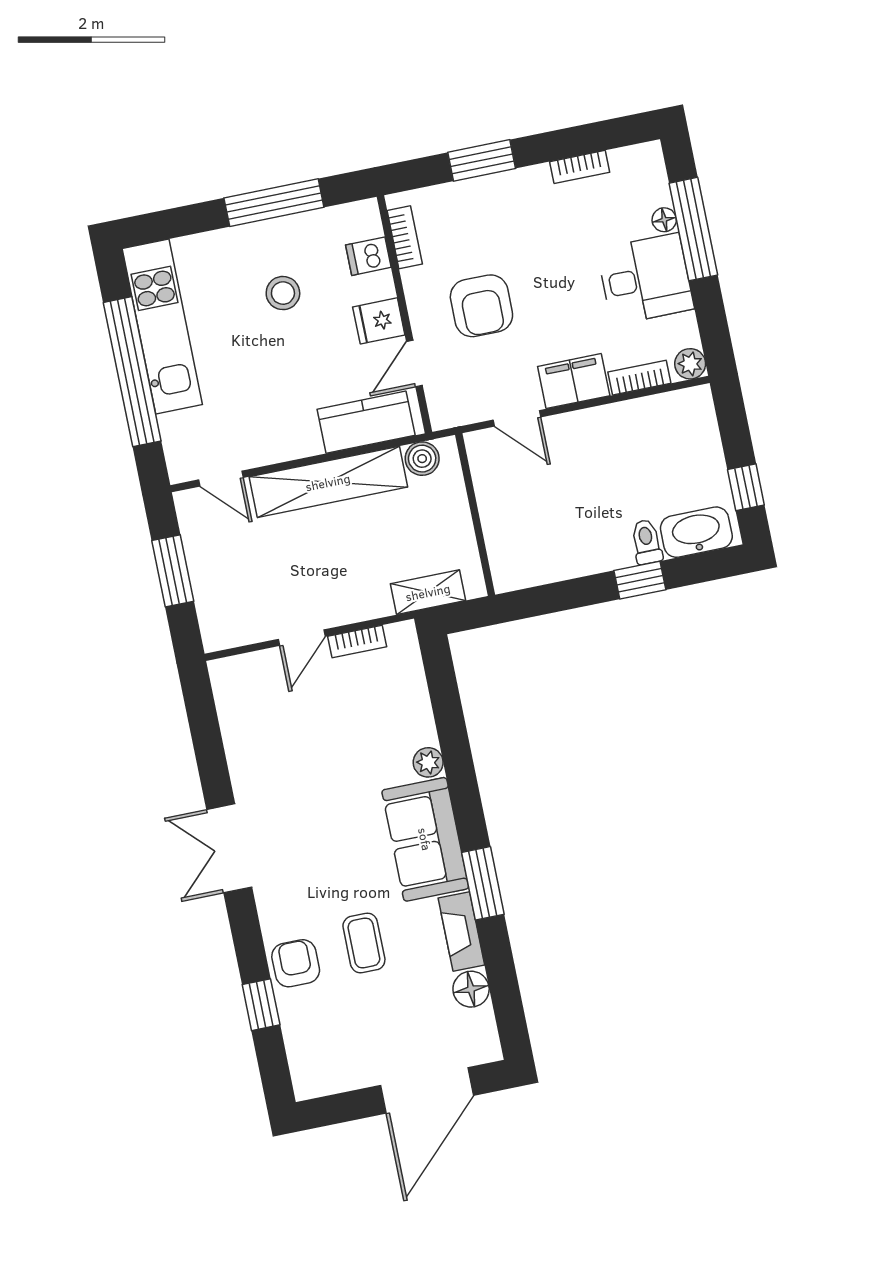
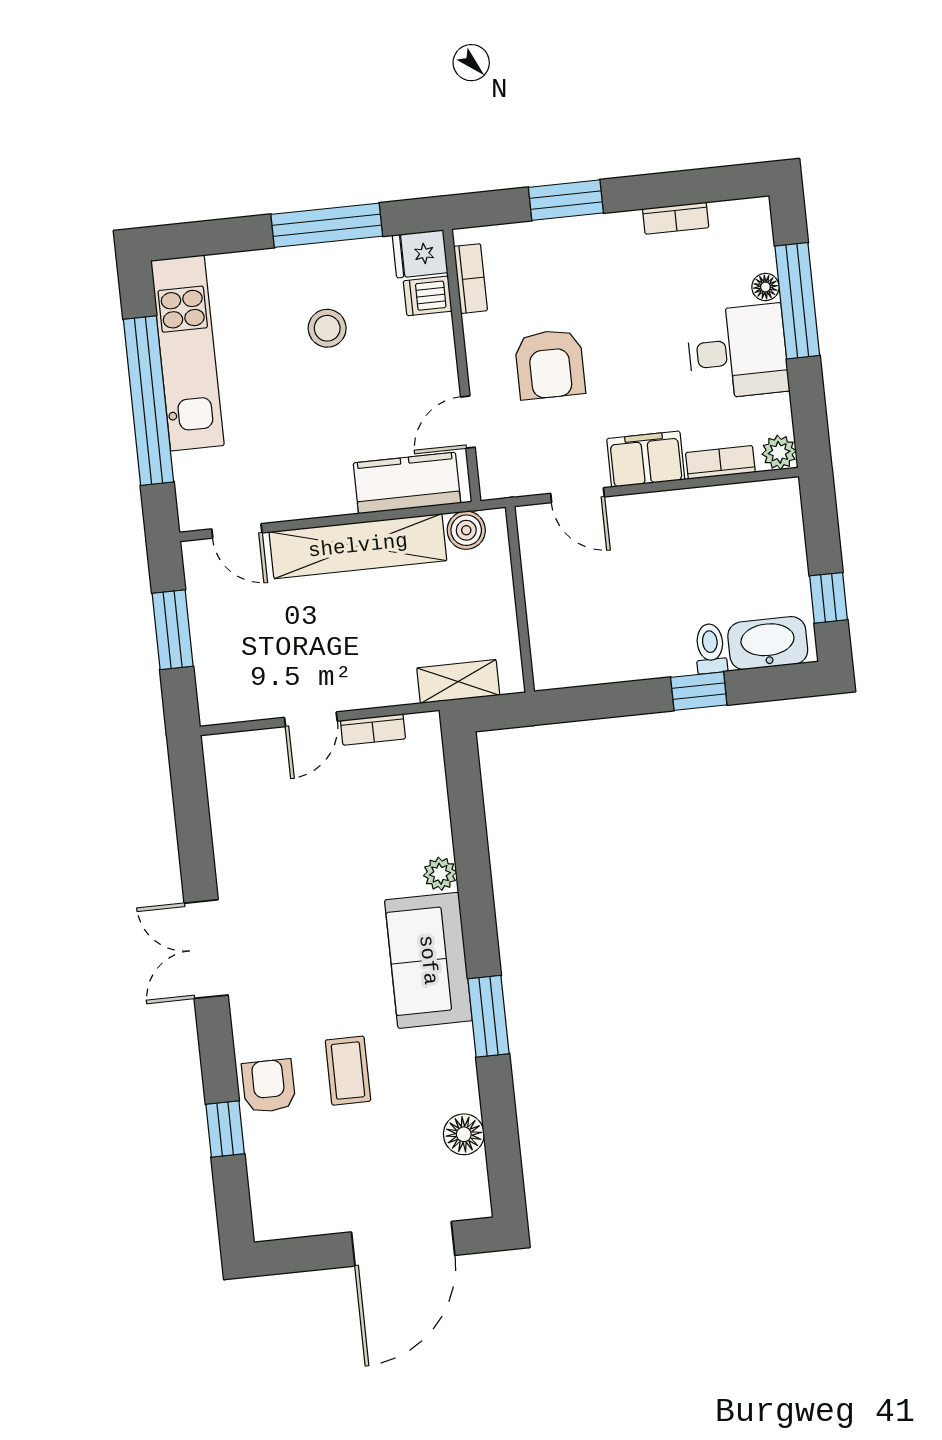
fridge: (379, 321) -> (420, 254), moved
fireplace: (461, 931) -> (459, 1068), removed

